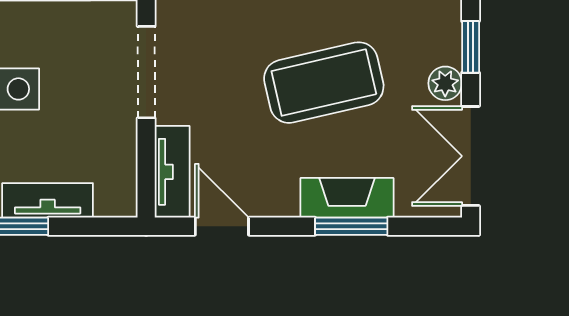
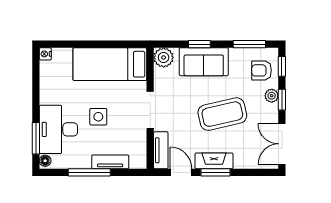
plant: (445, 83) -> (272, 96), moved
fireplace: (347, 198) -> (214, 161), moved
window: (351, 226) -> (215, 172), moved

